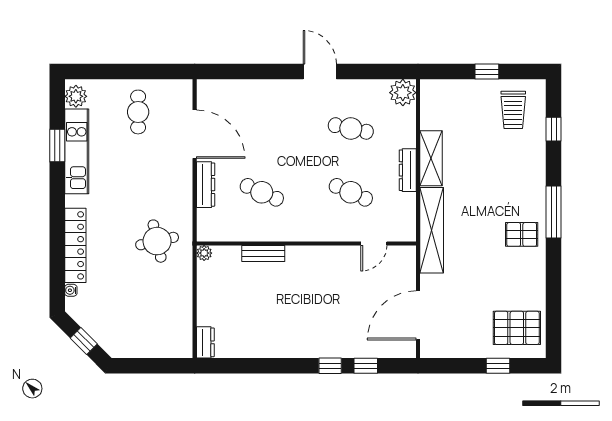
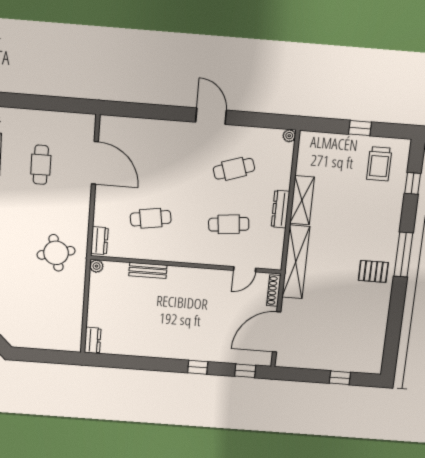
plant: (403, 93) -> (289, 136), width x0.53, depth x0.53
cafe table: (138, 112) -> (41, 165), moved
cafe table: (351, 128) -> (234, 169), turned -30
dresser: (206, 185) -> (99, 241), moved, width x0.70
cafe table: (262, 192) -> (151, 218), turned -33
cafe table: (351, 192) -> (229, 224), turned -30
shoe rack: (410, 266) -> (274, 291), added
pallet: (517, 328) -> (359, 348), removed
window: (366, 366) -> (245, 371), moved

